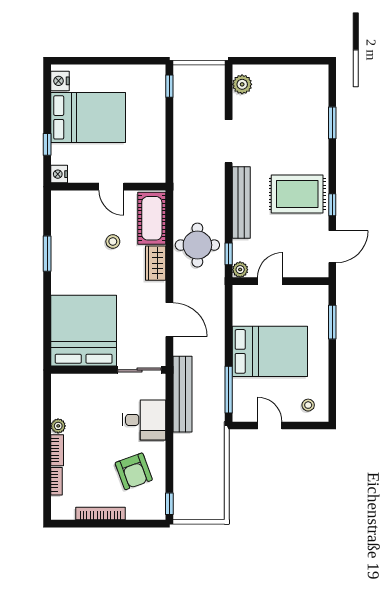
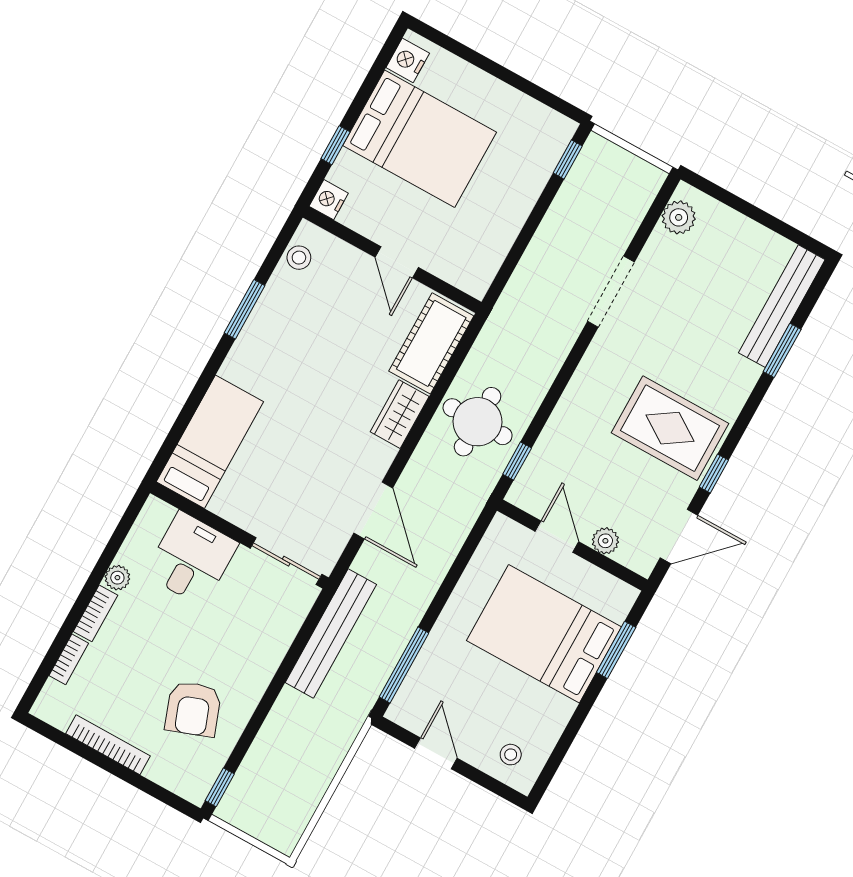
bench: (241, 202) -> (782, 306), moved
stool: (113, 242) -> (299, 258), moved
plant: (240, 270) -> (605, 541), moved
door: (270, 281) -> (557, 537), hinge flipped
bed: (84, 331) -> (210, 442), width x0.49
bed: (270, 351) -> (544, 634), moved, turned 180
desk: (144, 420) -> (191, 559), moved, turned -90

